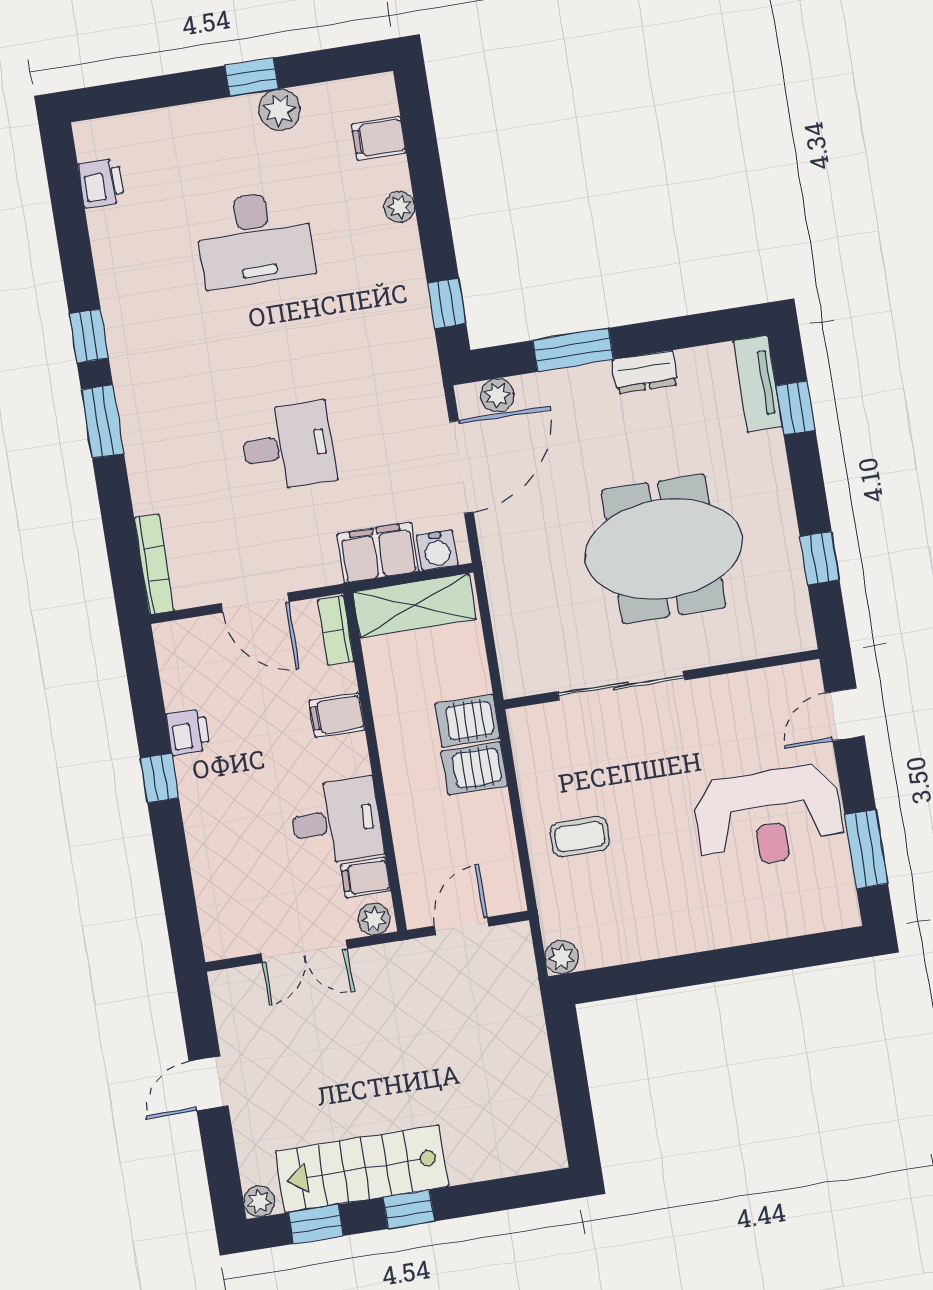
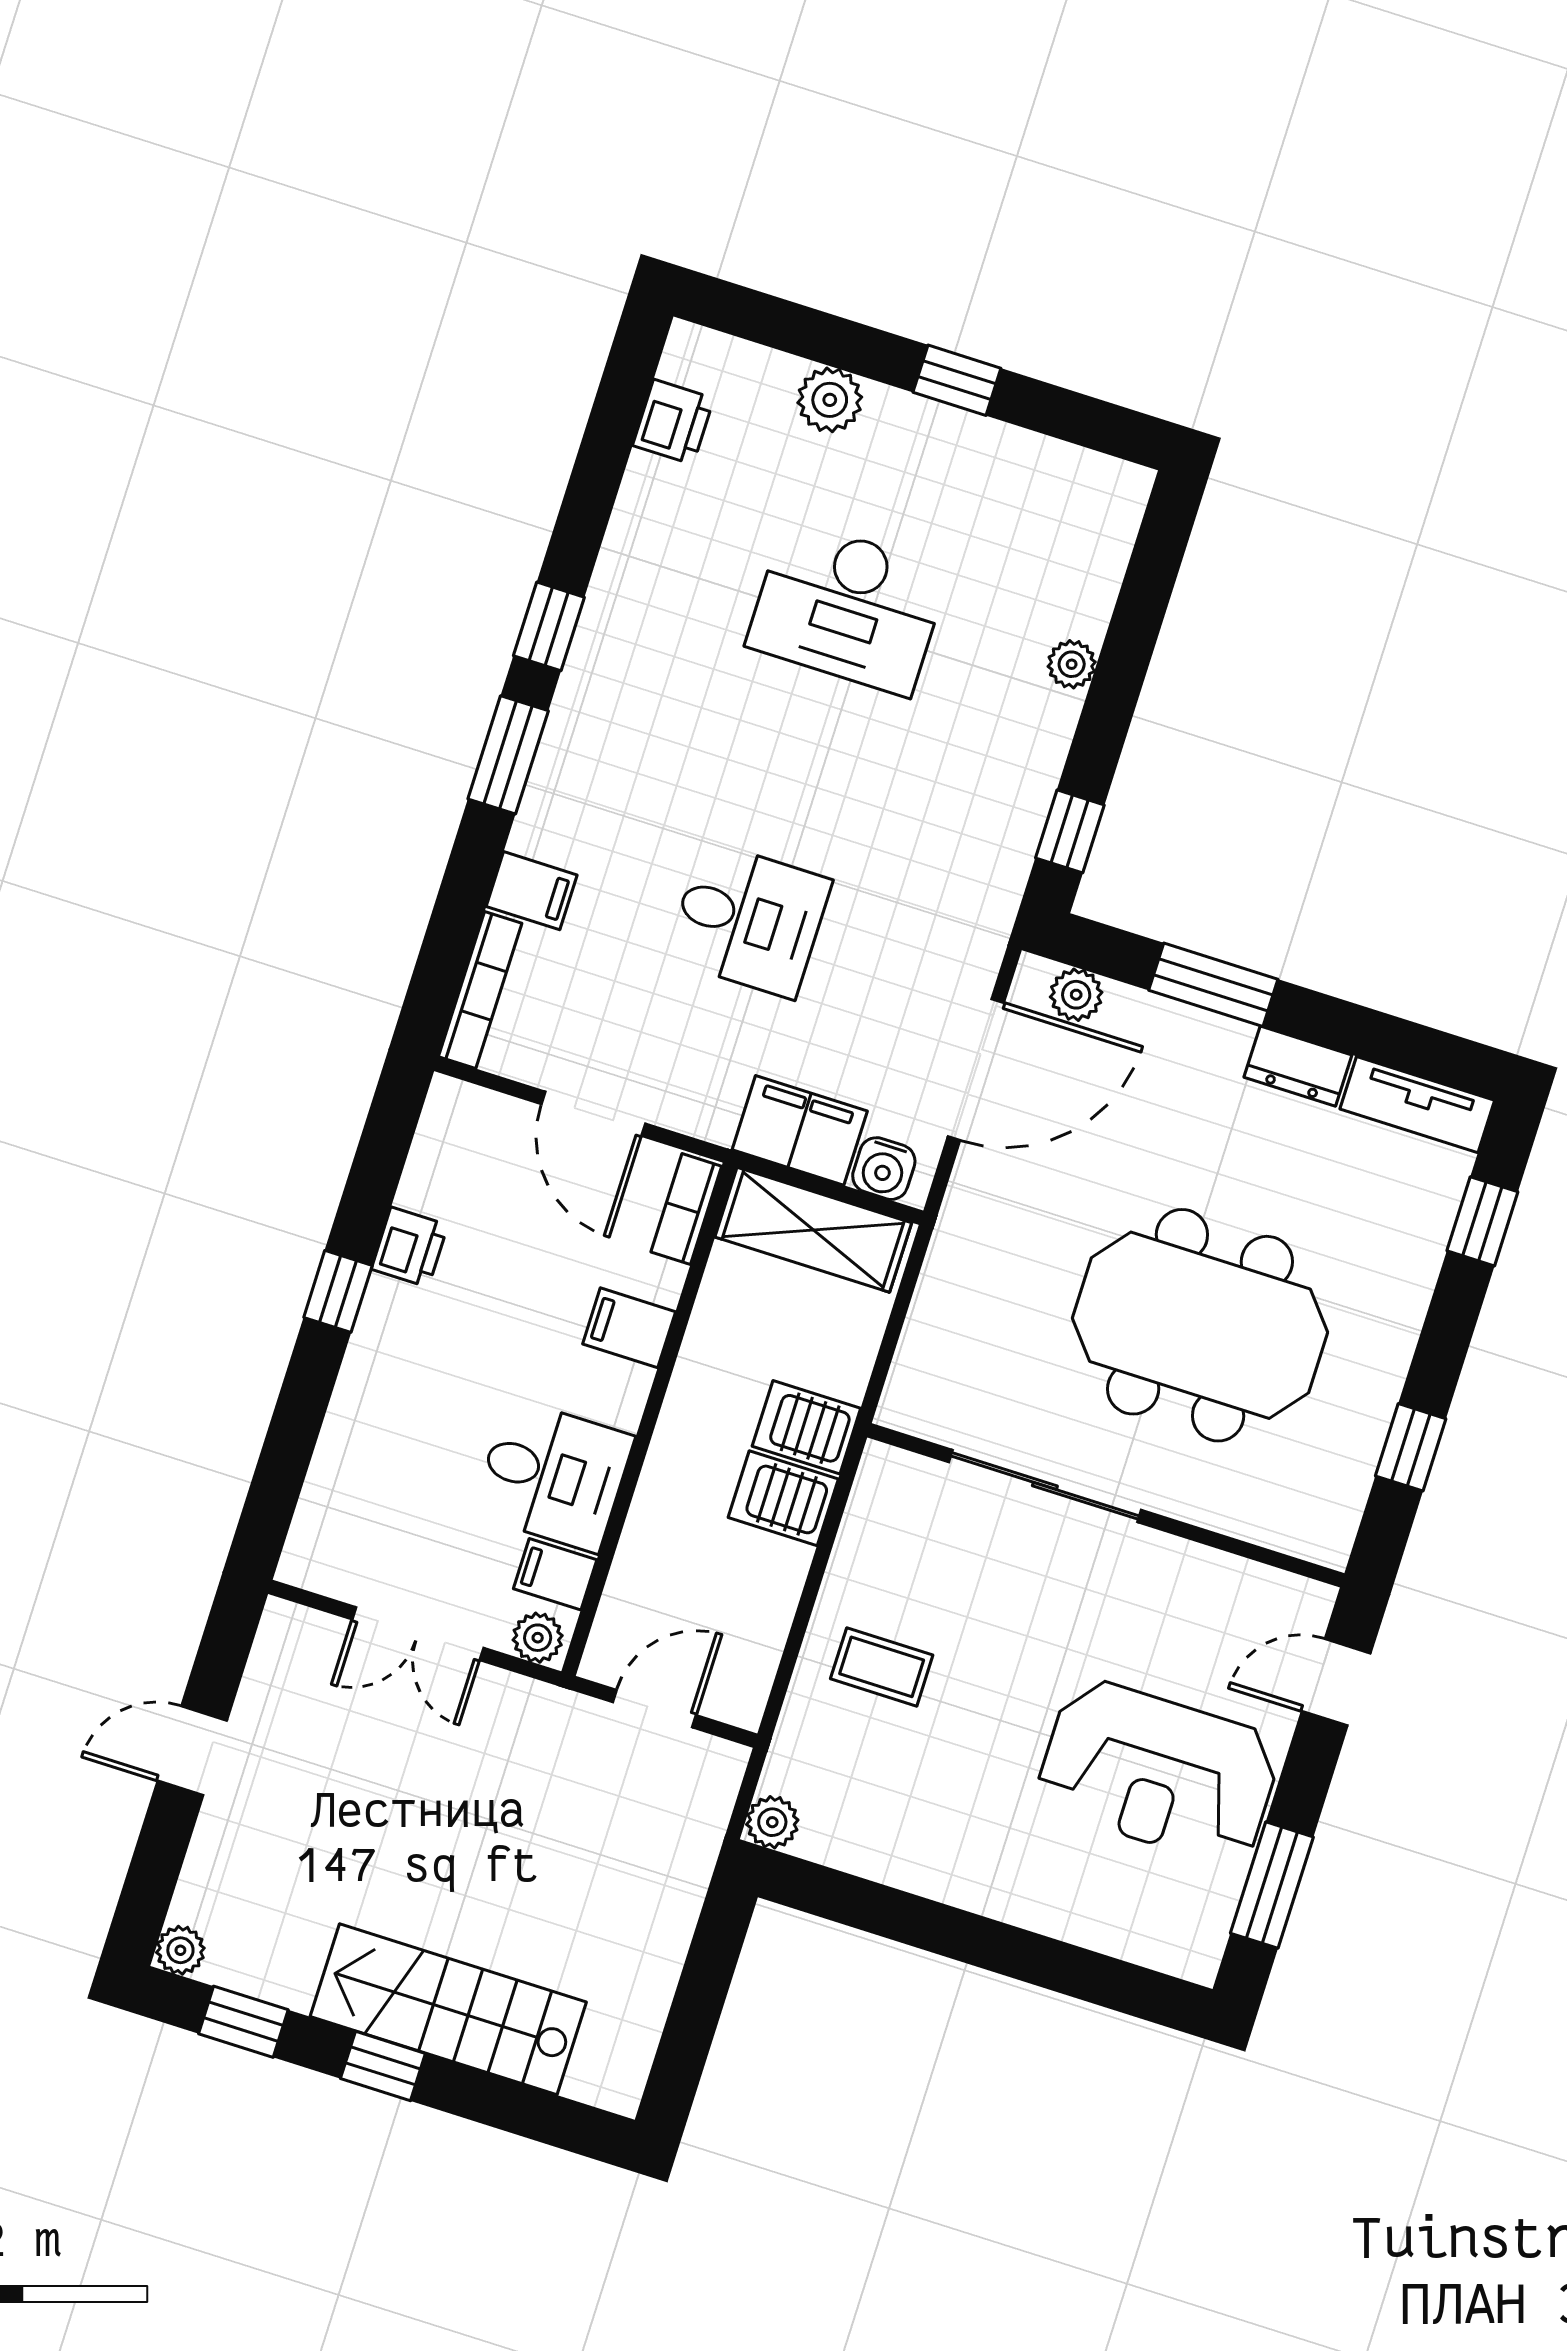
plant: (280, 110) -> (830, 400), moved
filing cabinet: (379, 138) -> (532, 891), moved, turned 180
tv unit: (757, 384) -> (1417, 1105), moved, turned -90
stairs: (362, 1169) -> (448, 2009), moved

